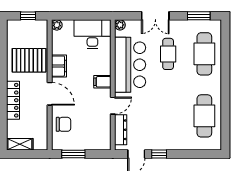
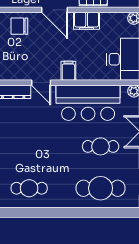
door: (50, 94) -> (55, 10), hinge flipped
cafe table: (204, 116) -> (29, 188), width x0.73, depth x0.74
chair: (63, 124) -> (19, 26), turned 90

